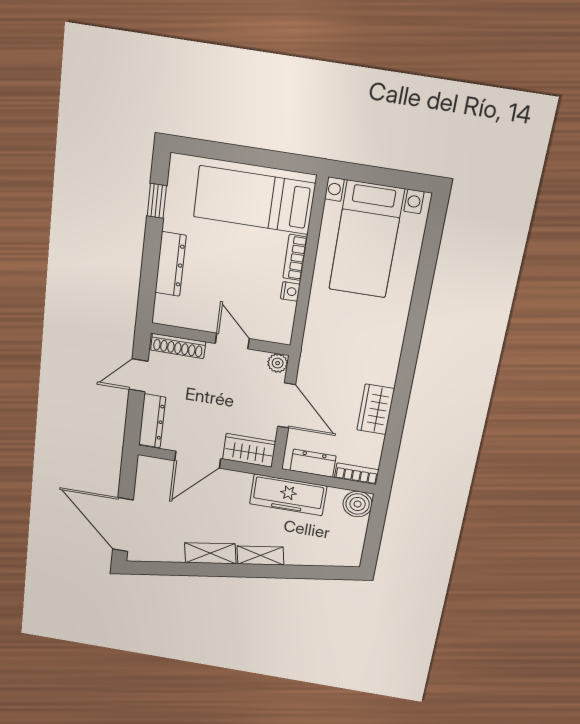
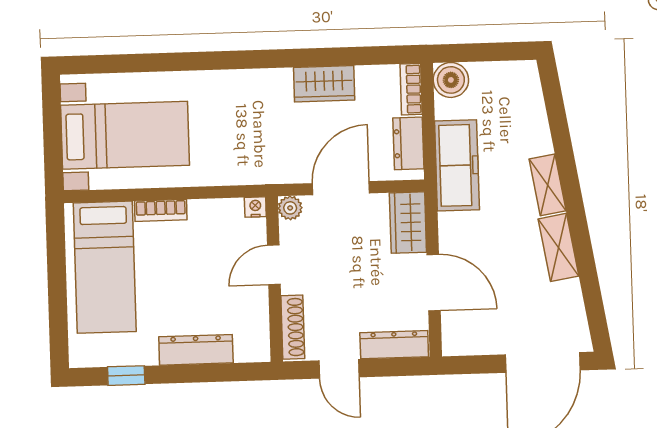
nightstand: (290, 291) -> (255, 207), moved

